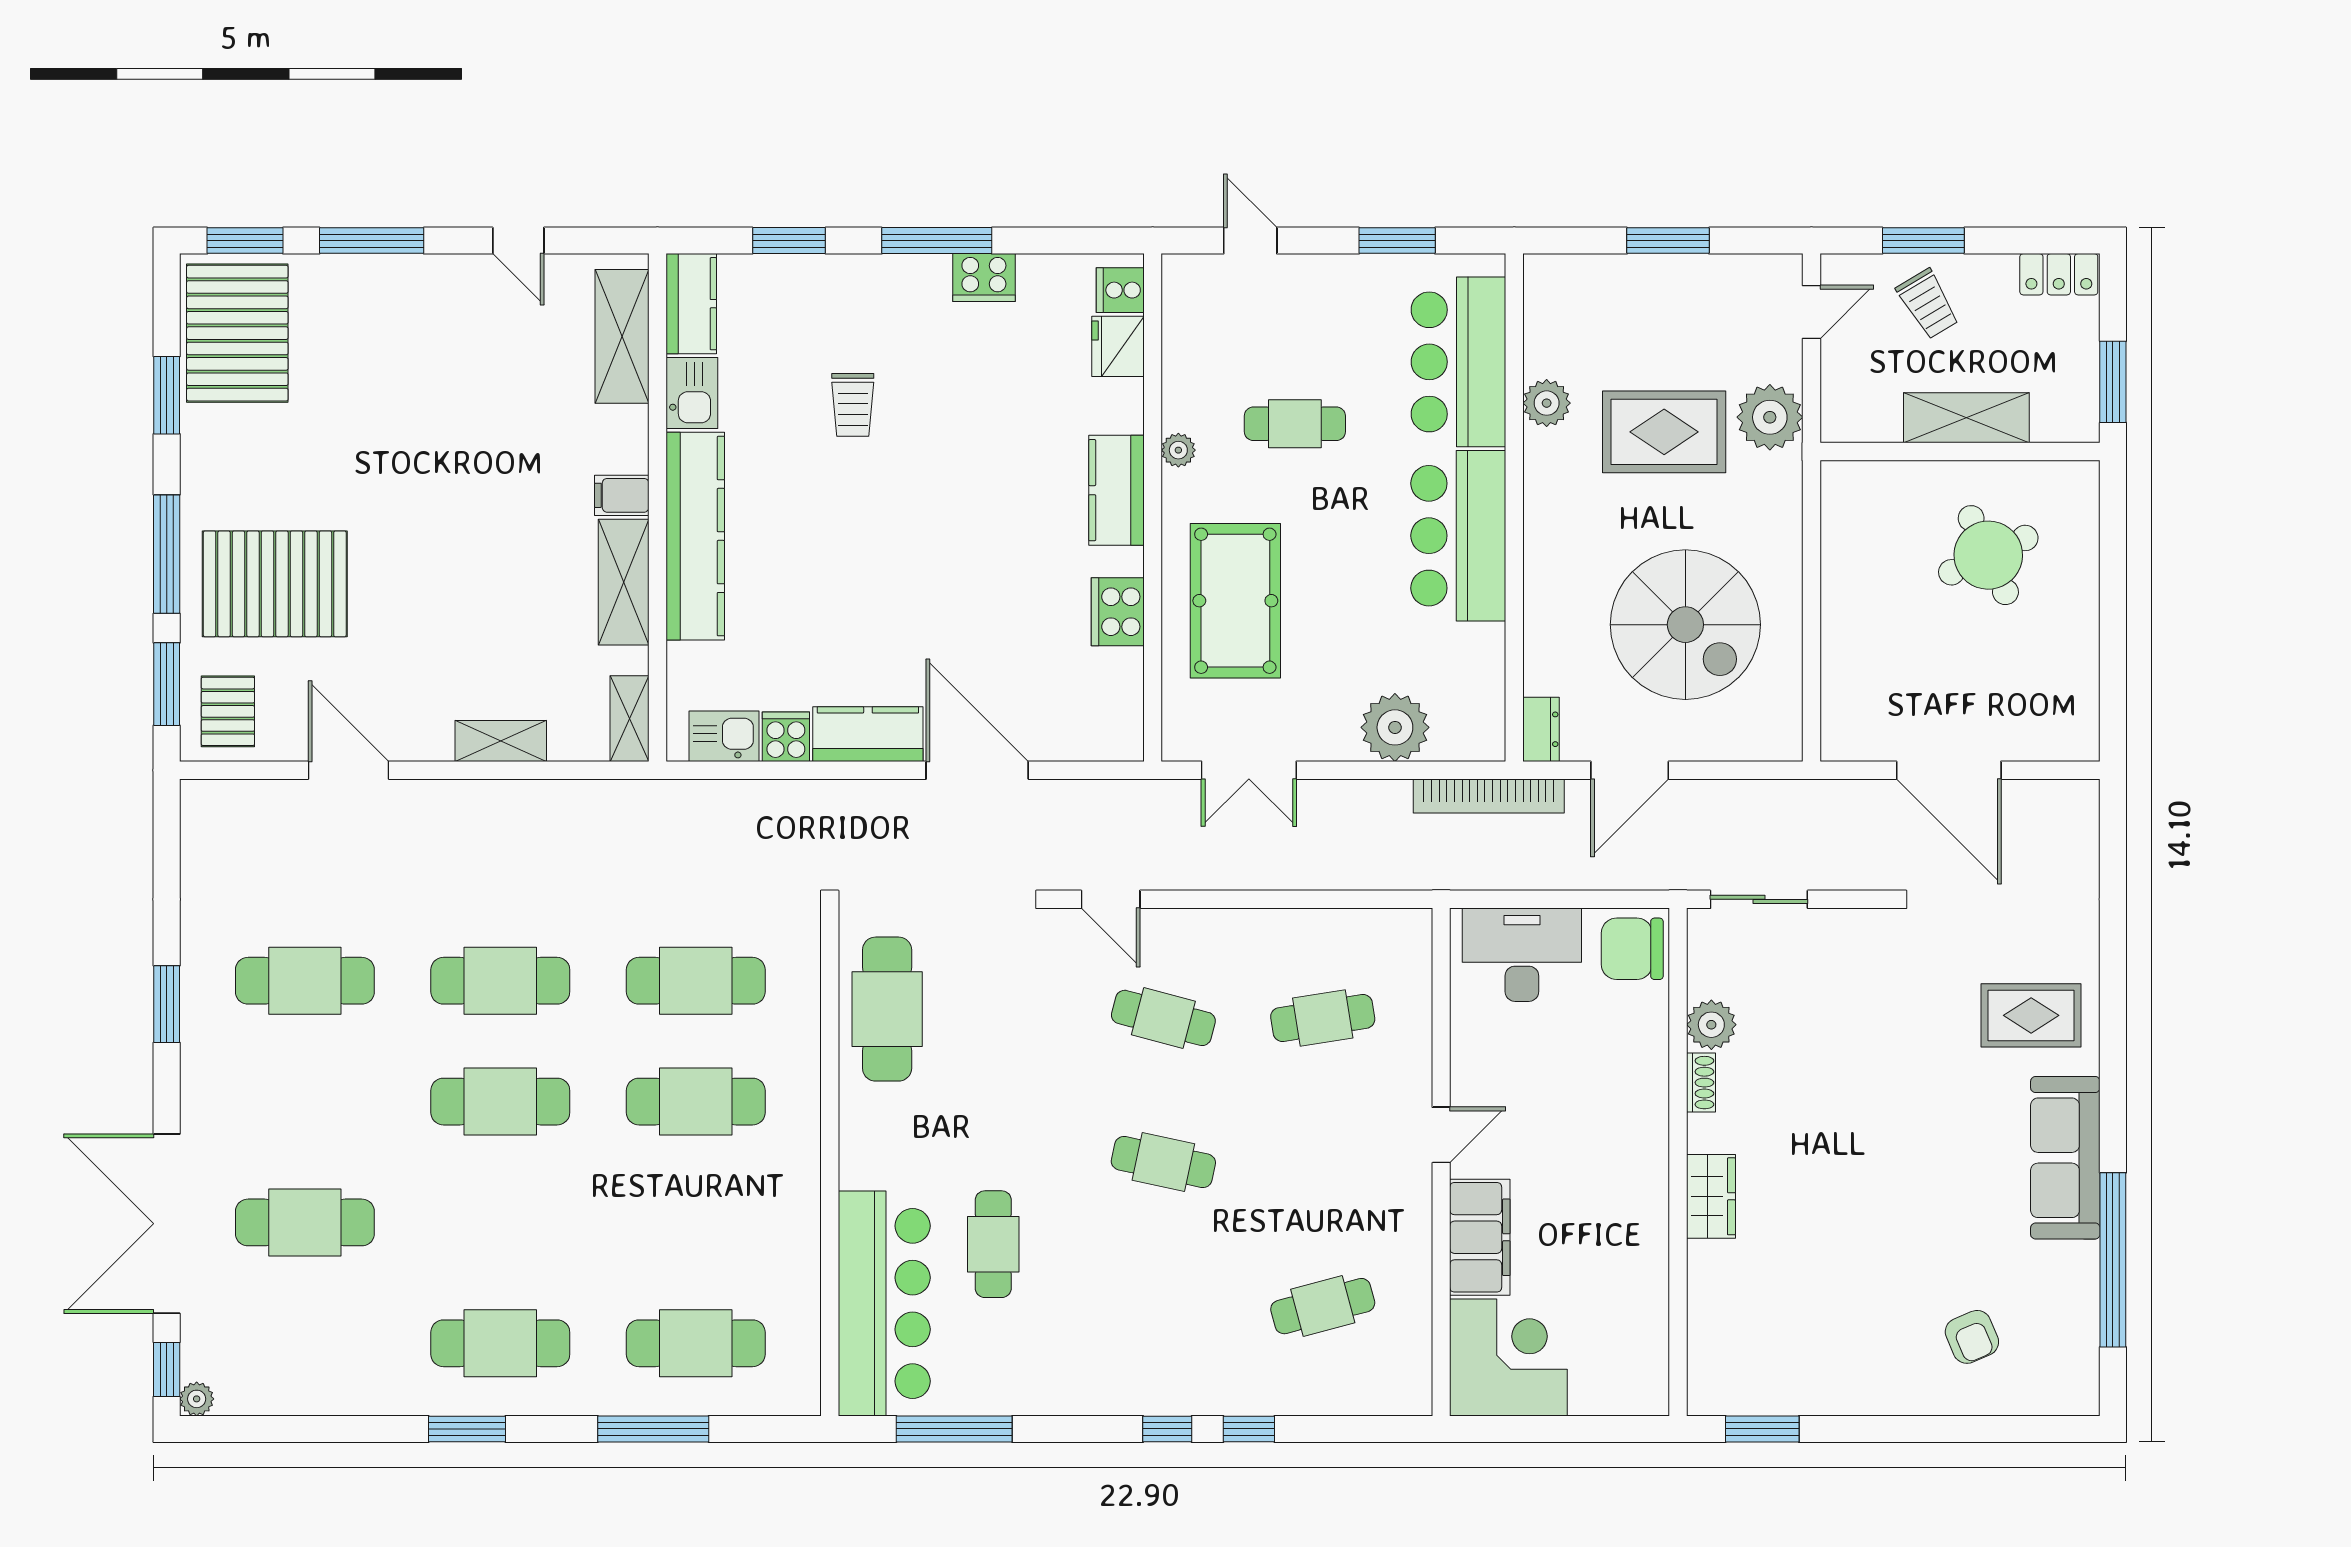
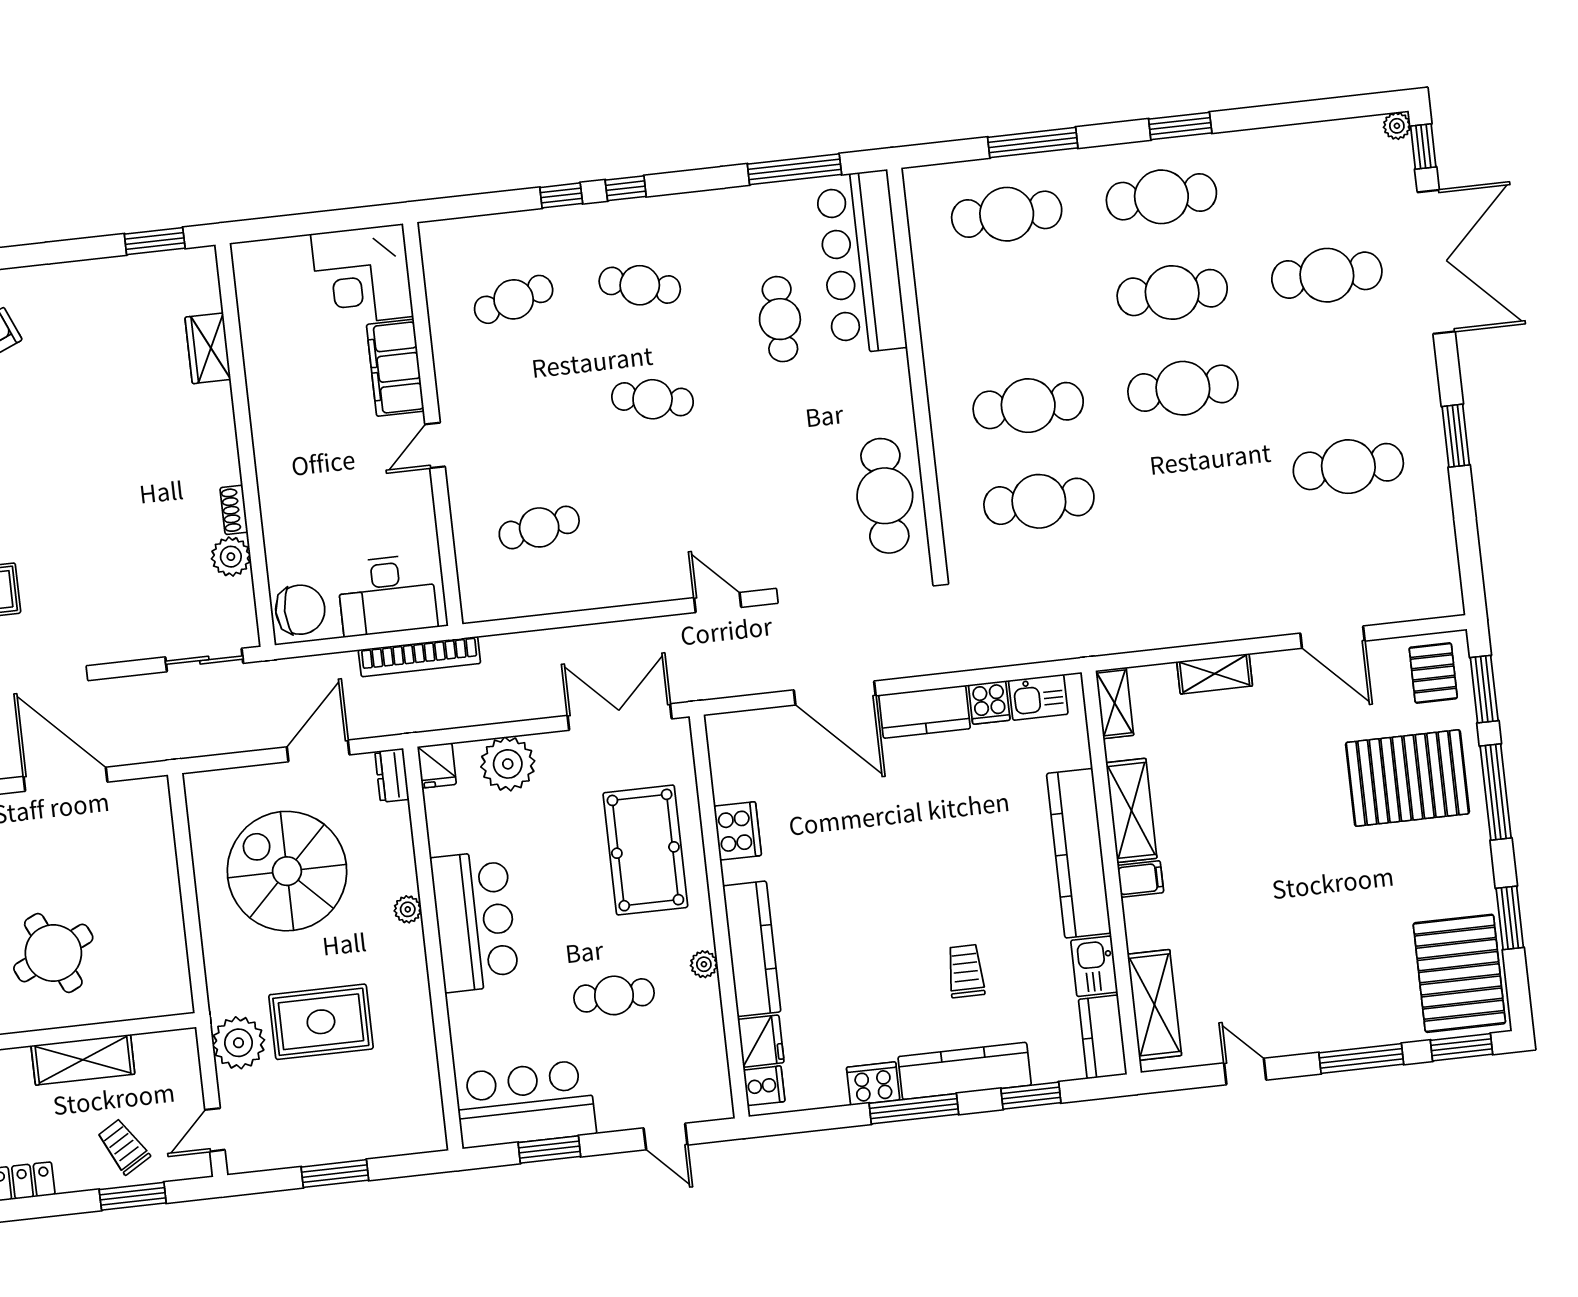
kitchen counter: (868, 281) -> (965, 1071), added
bar counter: (1458, 362) -> (525, 1104), moved, turned -90
plant: (1547, 403) -> (408, 909), moved, width x0.73, depth x0.73
kitchen counter: (1116, 490) -> (752, 949), width x1.50
fridge: (1484, 735) -> (437, 765), added
double door: (1249, 770) -> (620, 717), width x1.37
bookcase: (1489, 796) -> (419, 657), moved, turned 180
cafe table: (500, 981) -> (1172, 293), moved
cafe table: (1163, 1018) -> (640, 285), moved
wardrobe: (1711, 1196) -> (208, 348), moved

